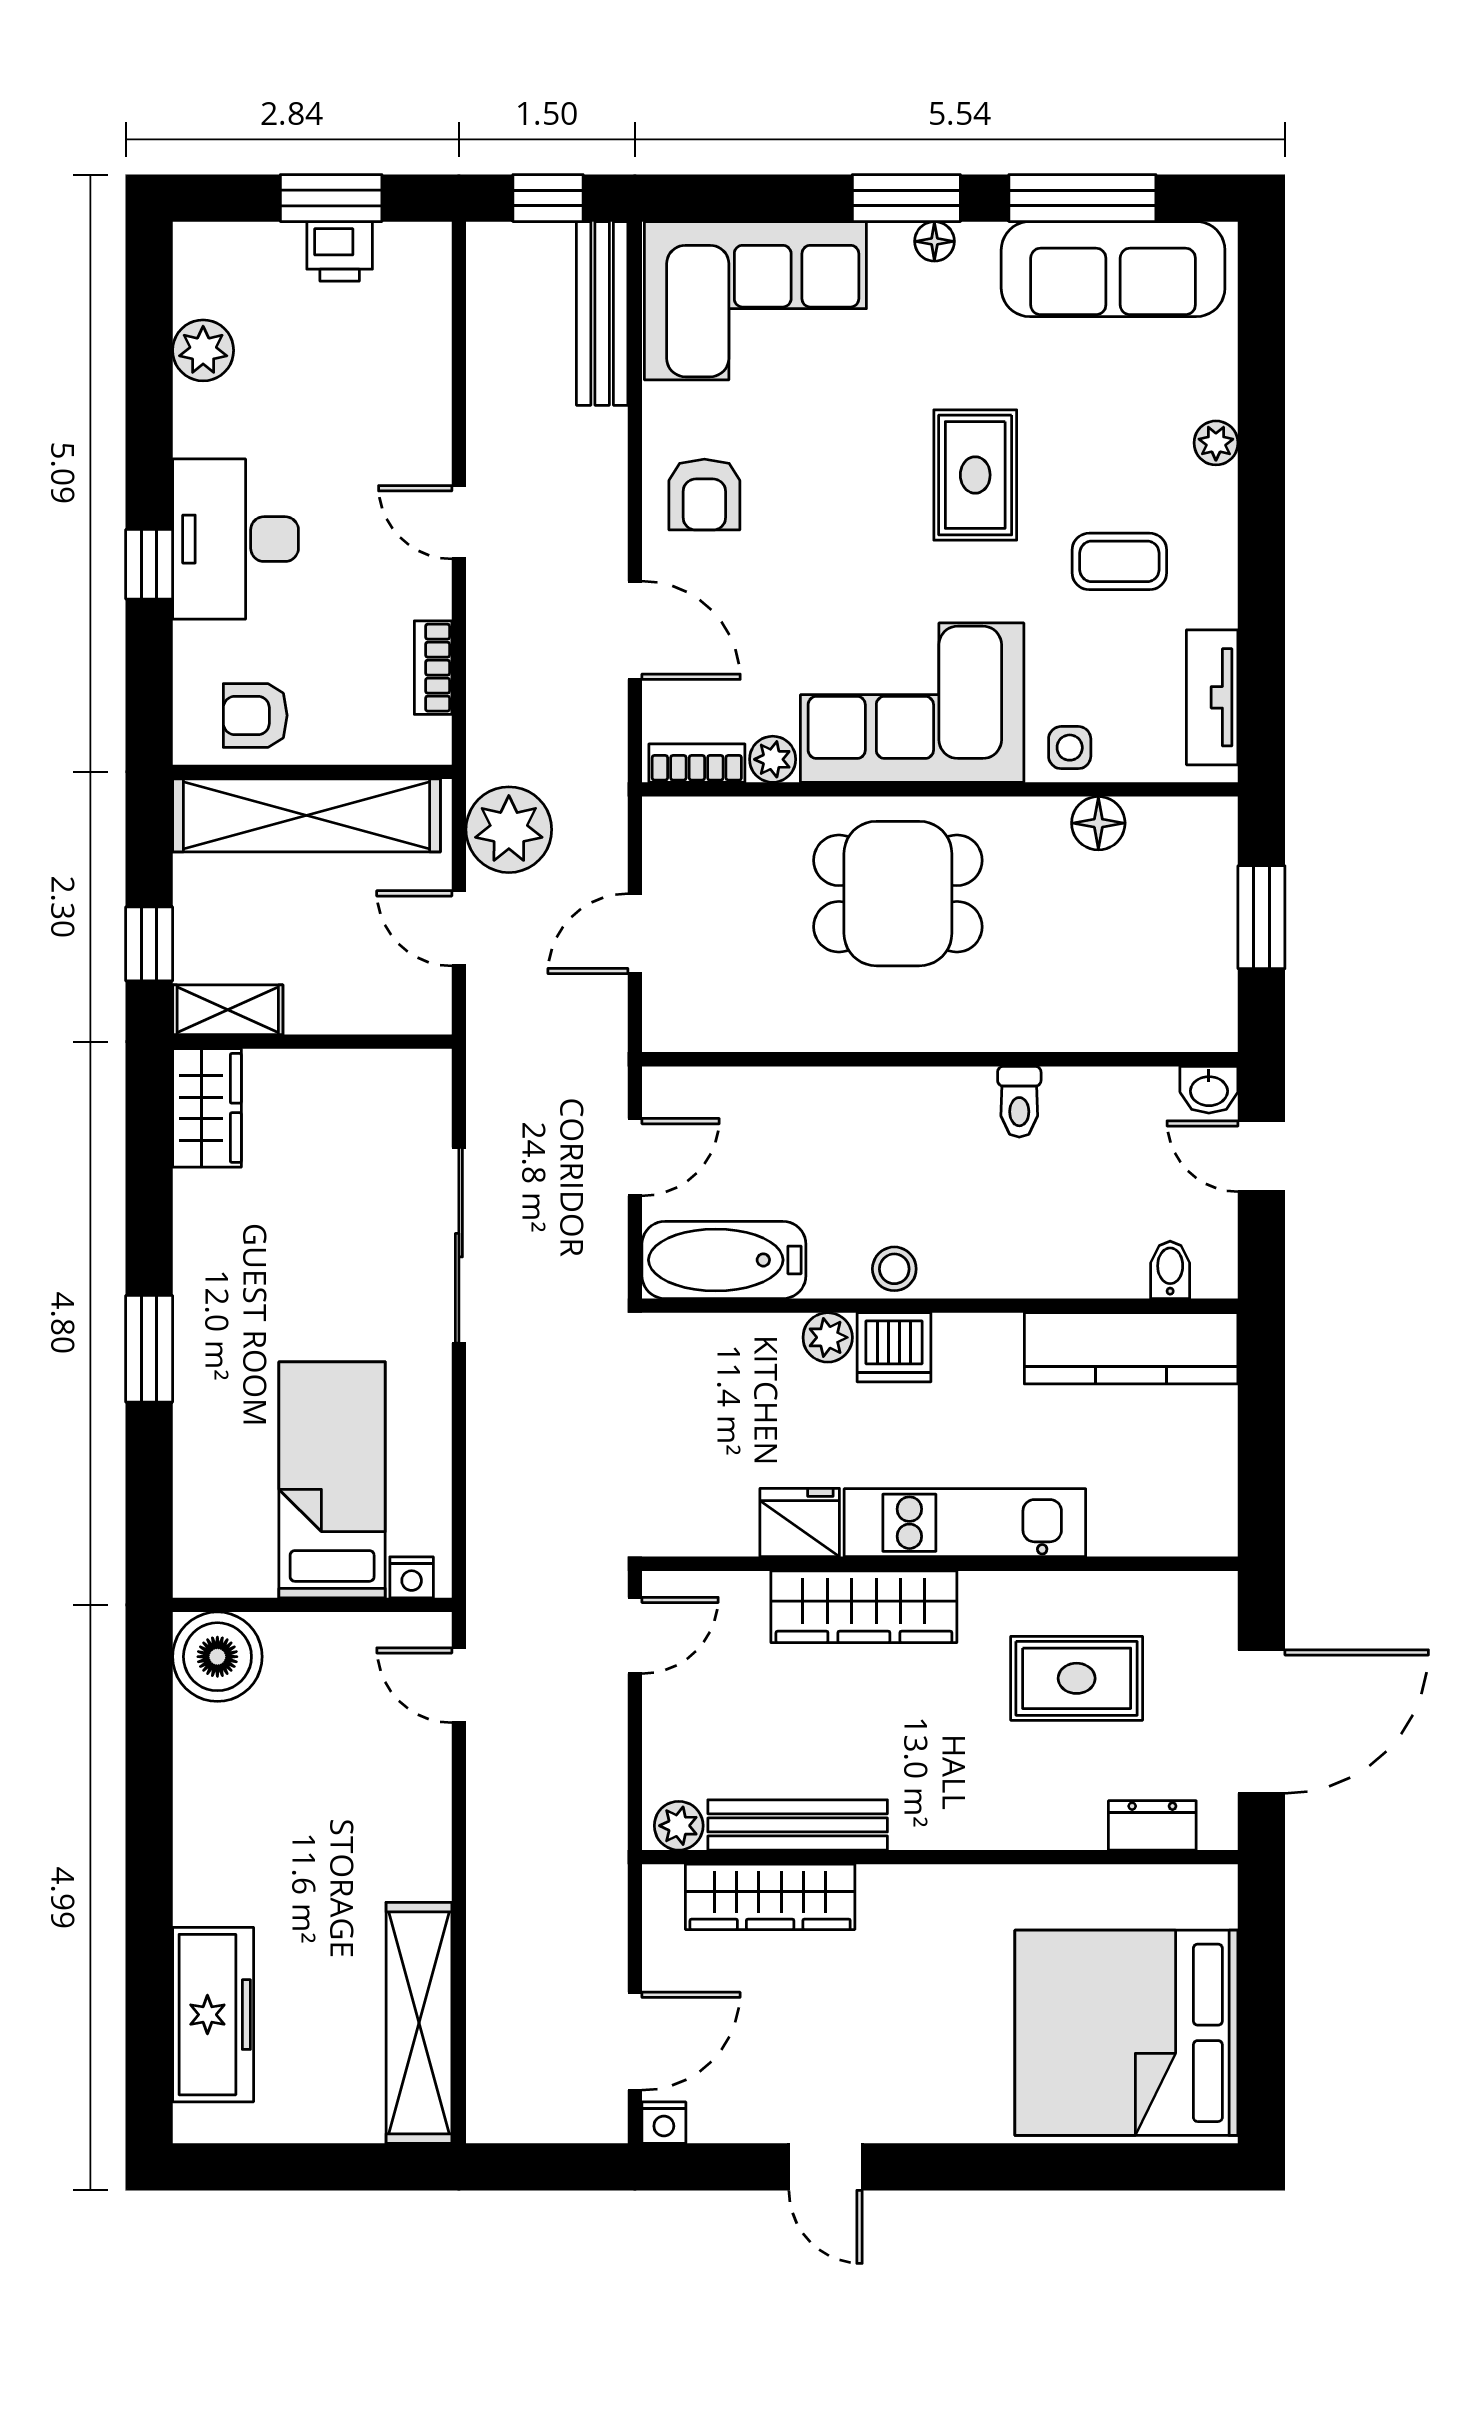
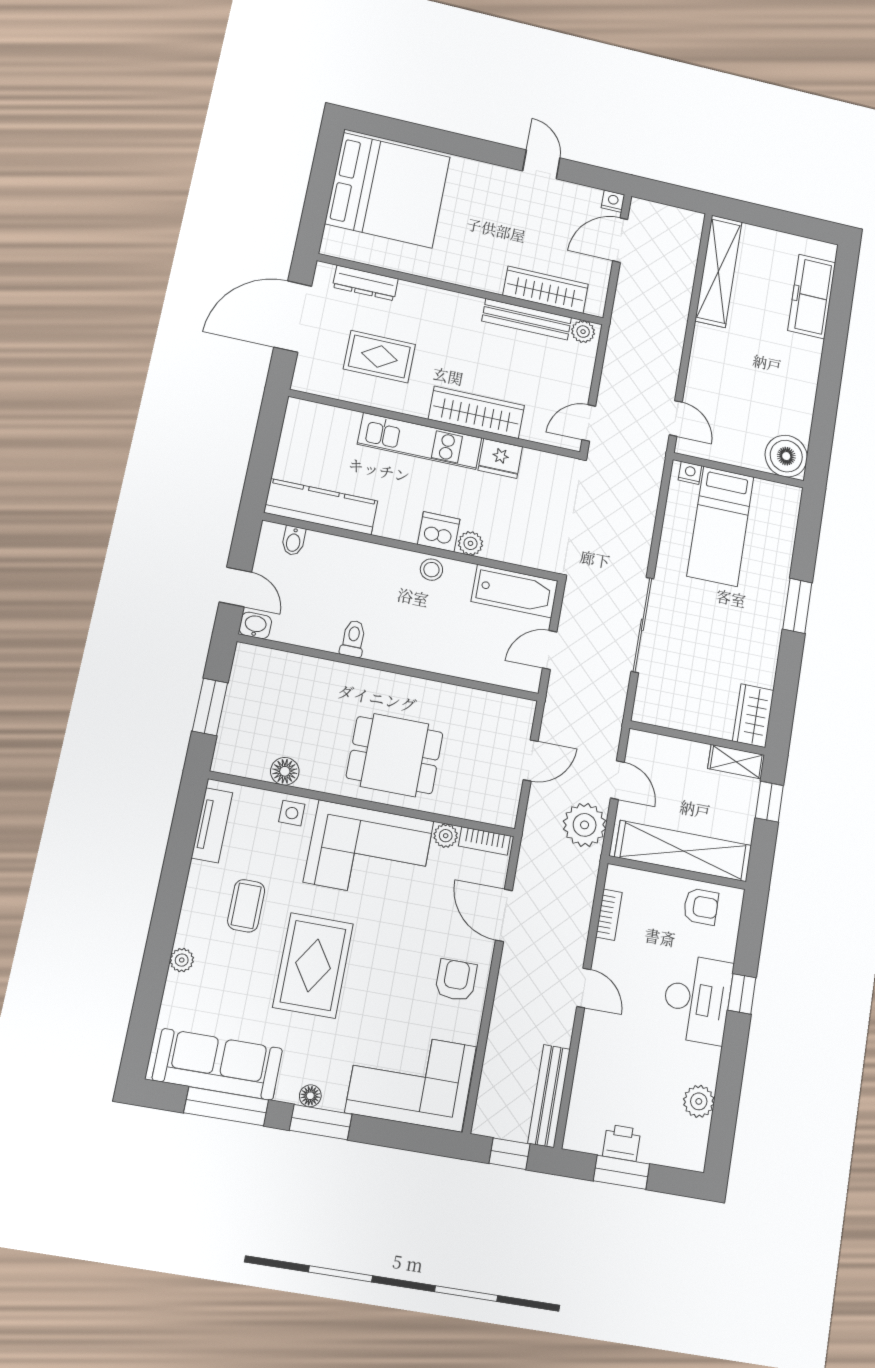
bench: (602, 313) -> (549, 1096), moved
rug: (975, 475) -> (313, 965), width x1.36, depth x1.43
coffee table: (1119, 561) -> (246, 906), turned 90
dresser: (1152, 1825) -> (365, 283), width x1.44

